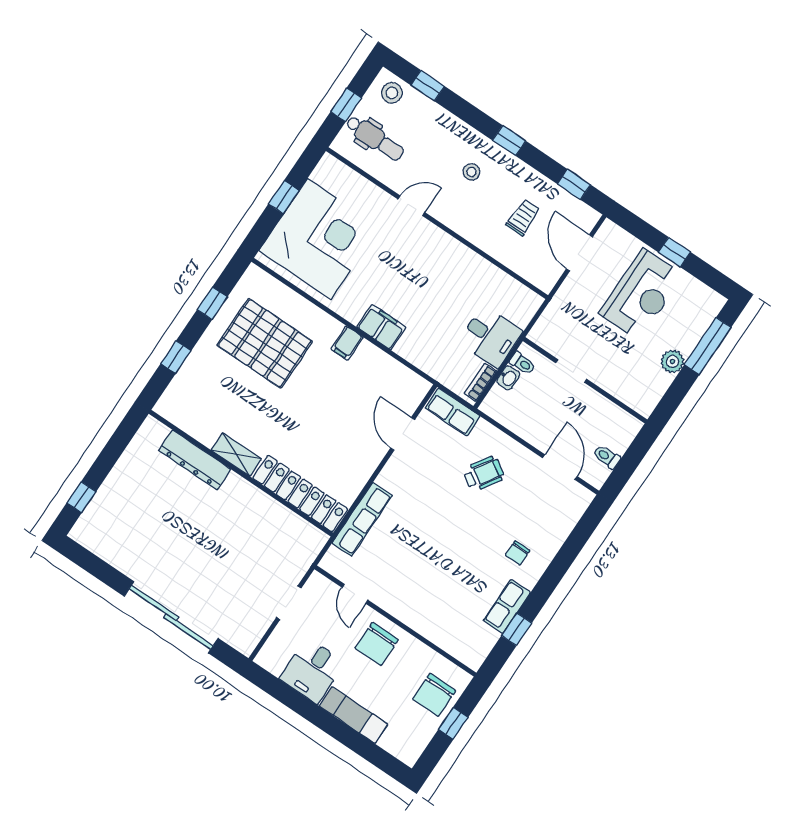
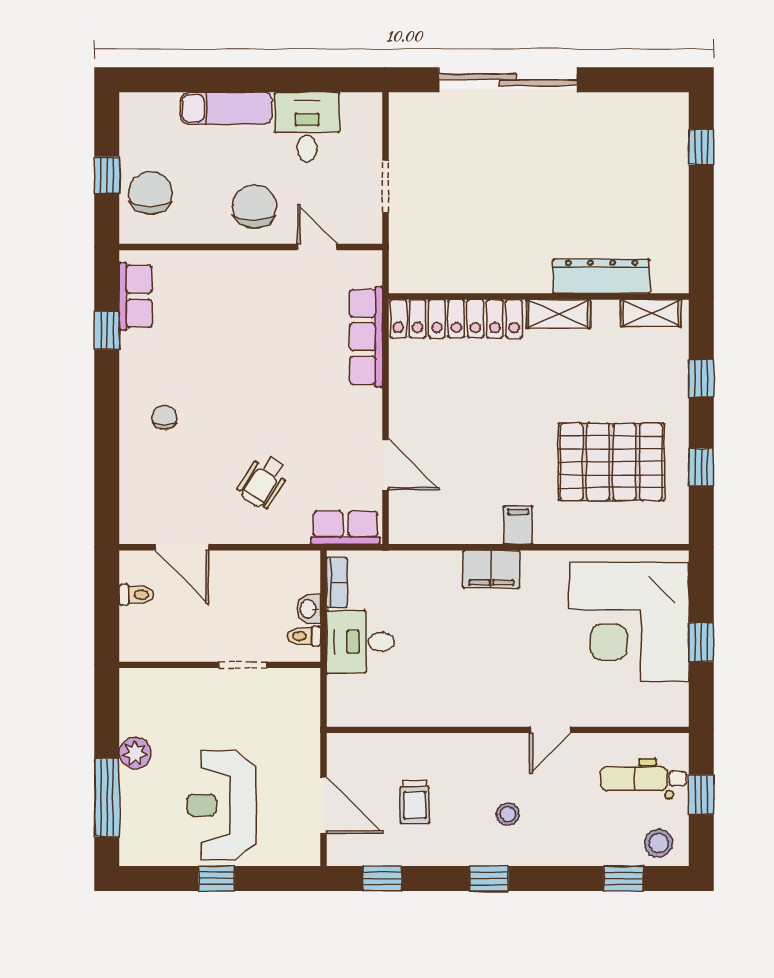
shelving: (180, 417) -> (651, 313), added
row of seats: (507, 606) -> (136, 296), moved

